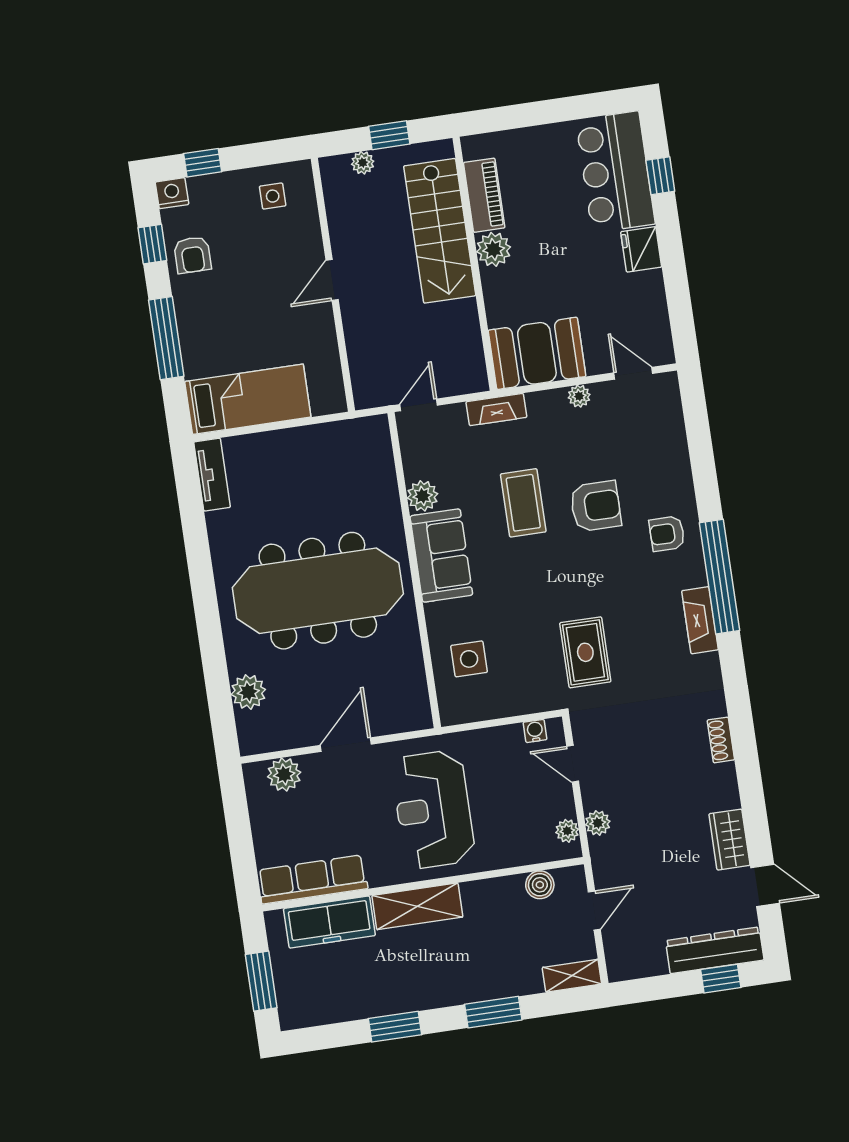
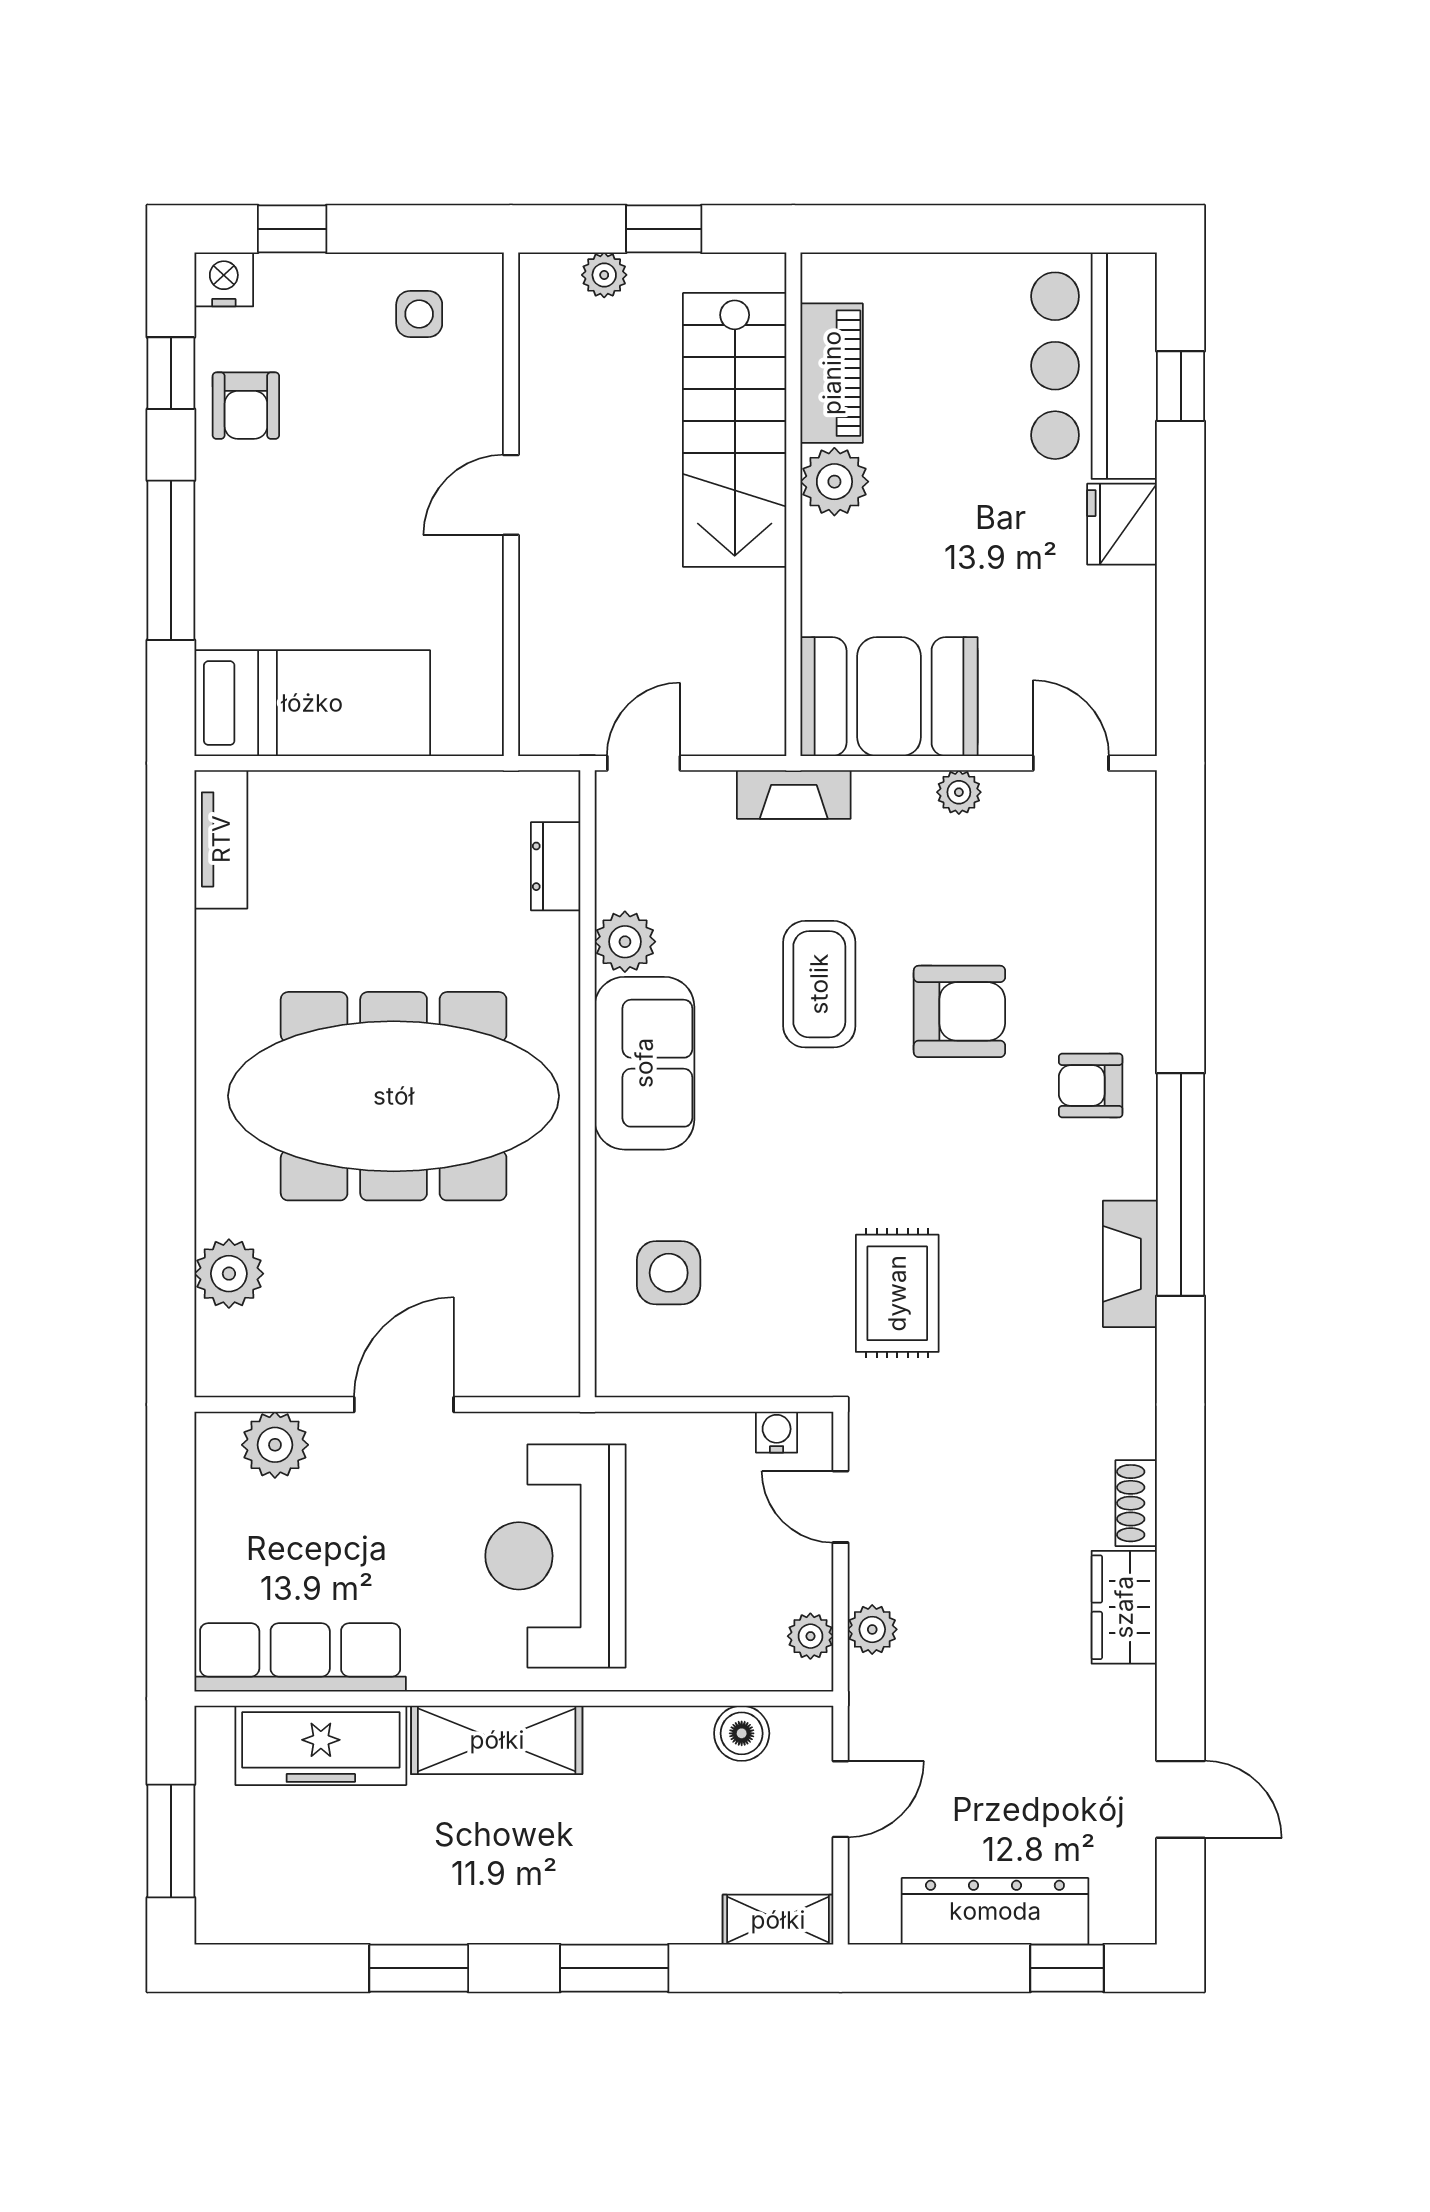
dresser: (382, 463) -> (556, 866), added
wardrobe: (729, 840) -> (1124, 1607), moved
dresser: (715, 950) -> (995, 1911), moved

